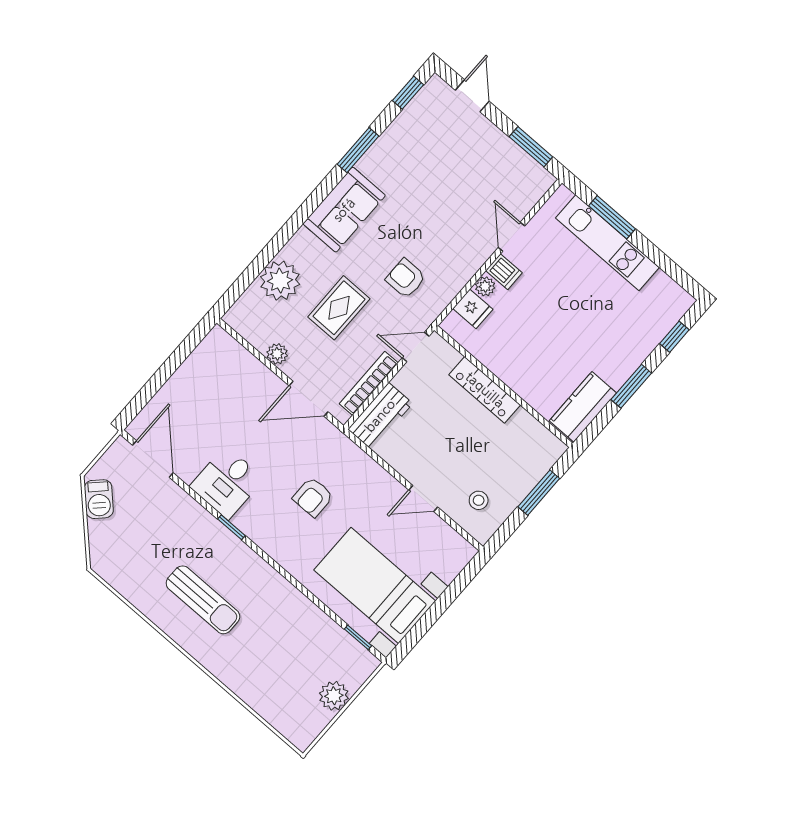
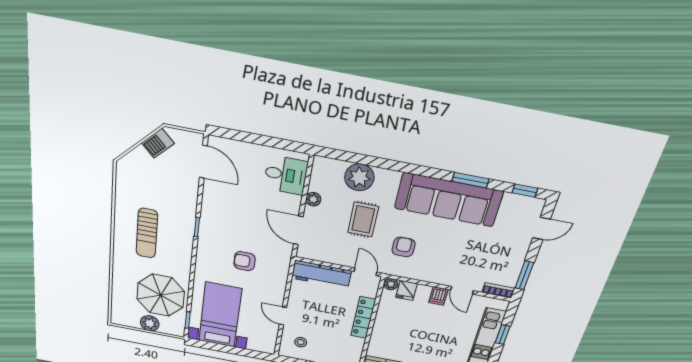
sofa: (344, 210) -> (448, 200), width x1.85, depth x1.27
window: (612, 217) -> (503, 335), width x0.67
door: (512, 237) -> (462, 290), swing flipped
plant: (485, 286) -> (391, 284), moved
rug: (339, 308) -> (363, 219), turned 90
bookcase: (369, 383) -> (498, 290), moved, width x0.64
workbench: (380, 416) -> (321, 275), width x1.38
door: (153, 459) -> (203, 162), hinge flipped
desk: (227, 483) -> (286, 175), moved, turned 180
parasol: (300, 648) -> (161, 295), added

